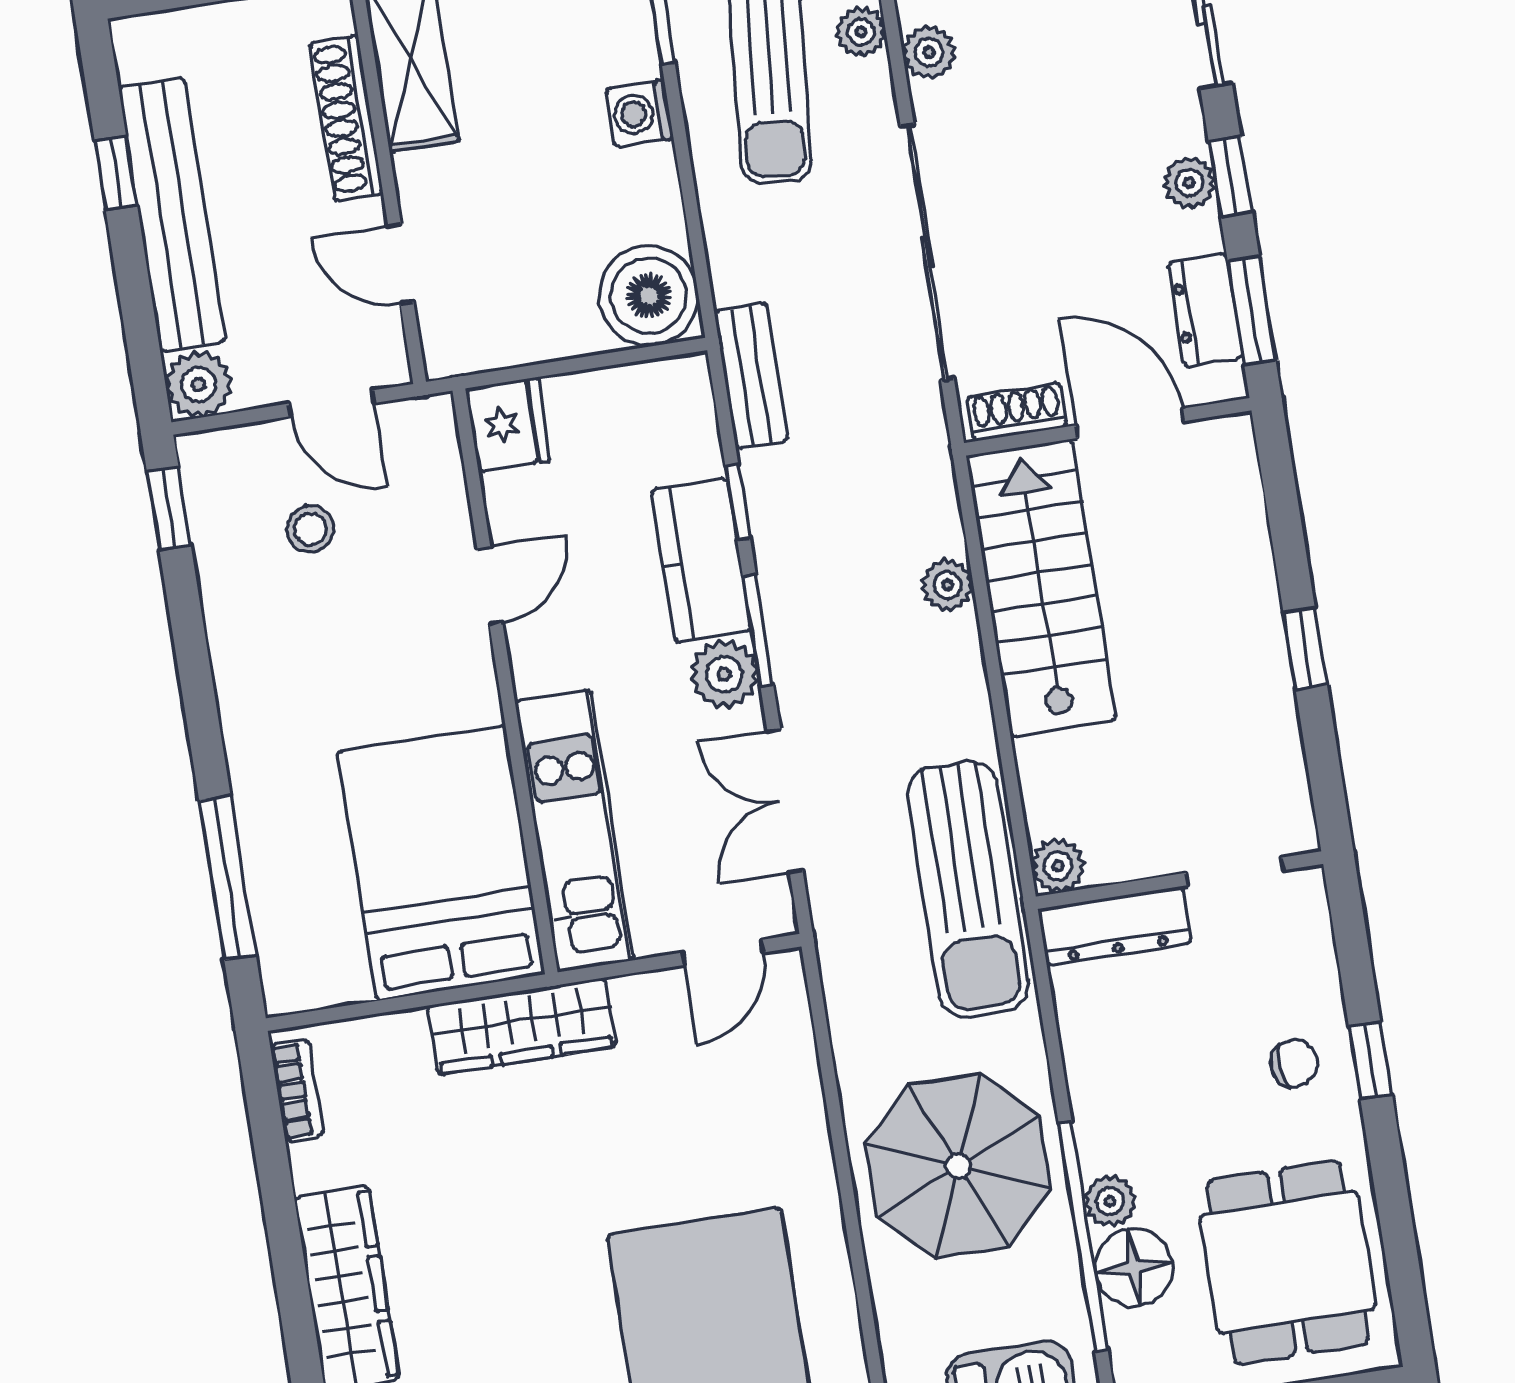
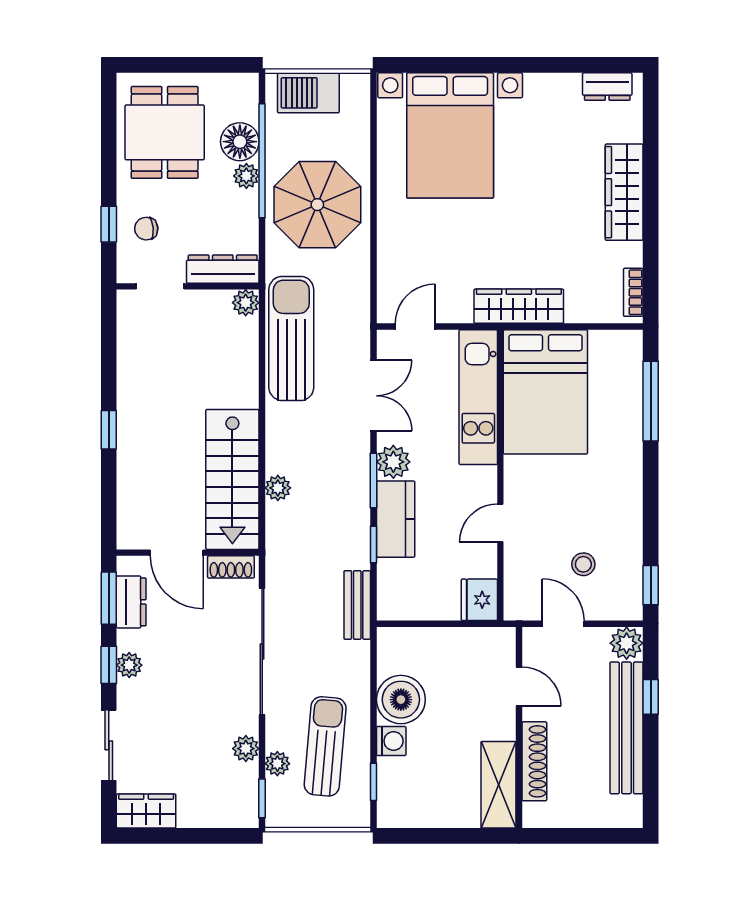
window: (116, 173) -> (651, 697), moved
boiler: (649, 296) -> (401, 700), moved
plant: (1058, 866) -> (246, 303), moved
doorway: (1235, 871) -> (160, 286), moved
wall: (1180, 880) -> (188, 286), moved
dresser: (1115, 926) -> (223, 269), moved

